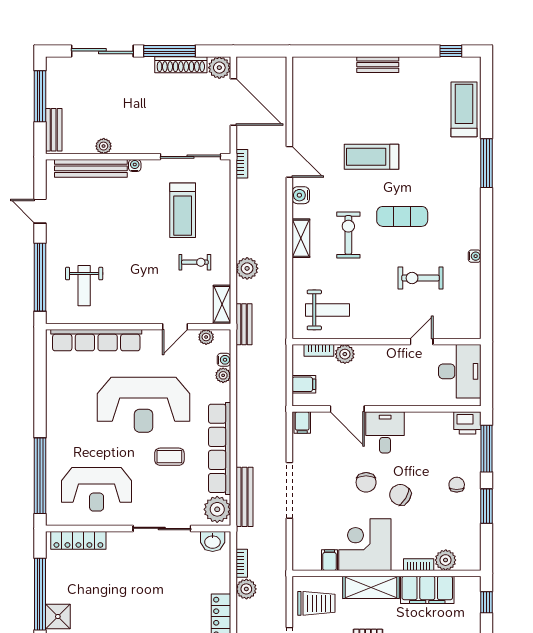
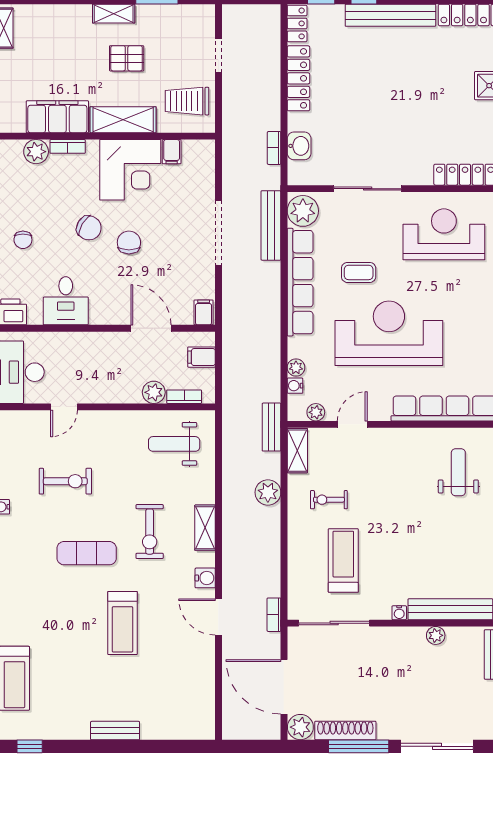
treadmill: (372, 157) -> (122, 623), turned 90
desk: (385, 432) -> (66, 301), moved
washbasin: (213, 541) -> (299, 146), moved, turned 90
plant: (246, 589) -> (269, 118), removed

